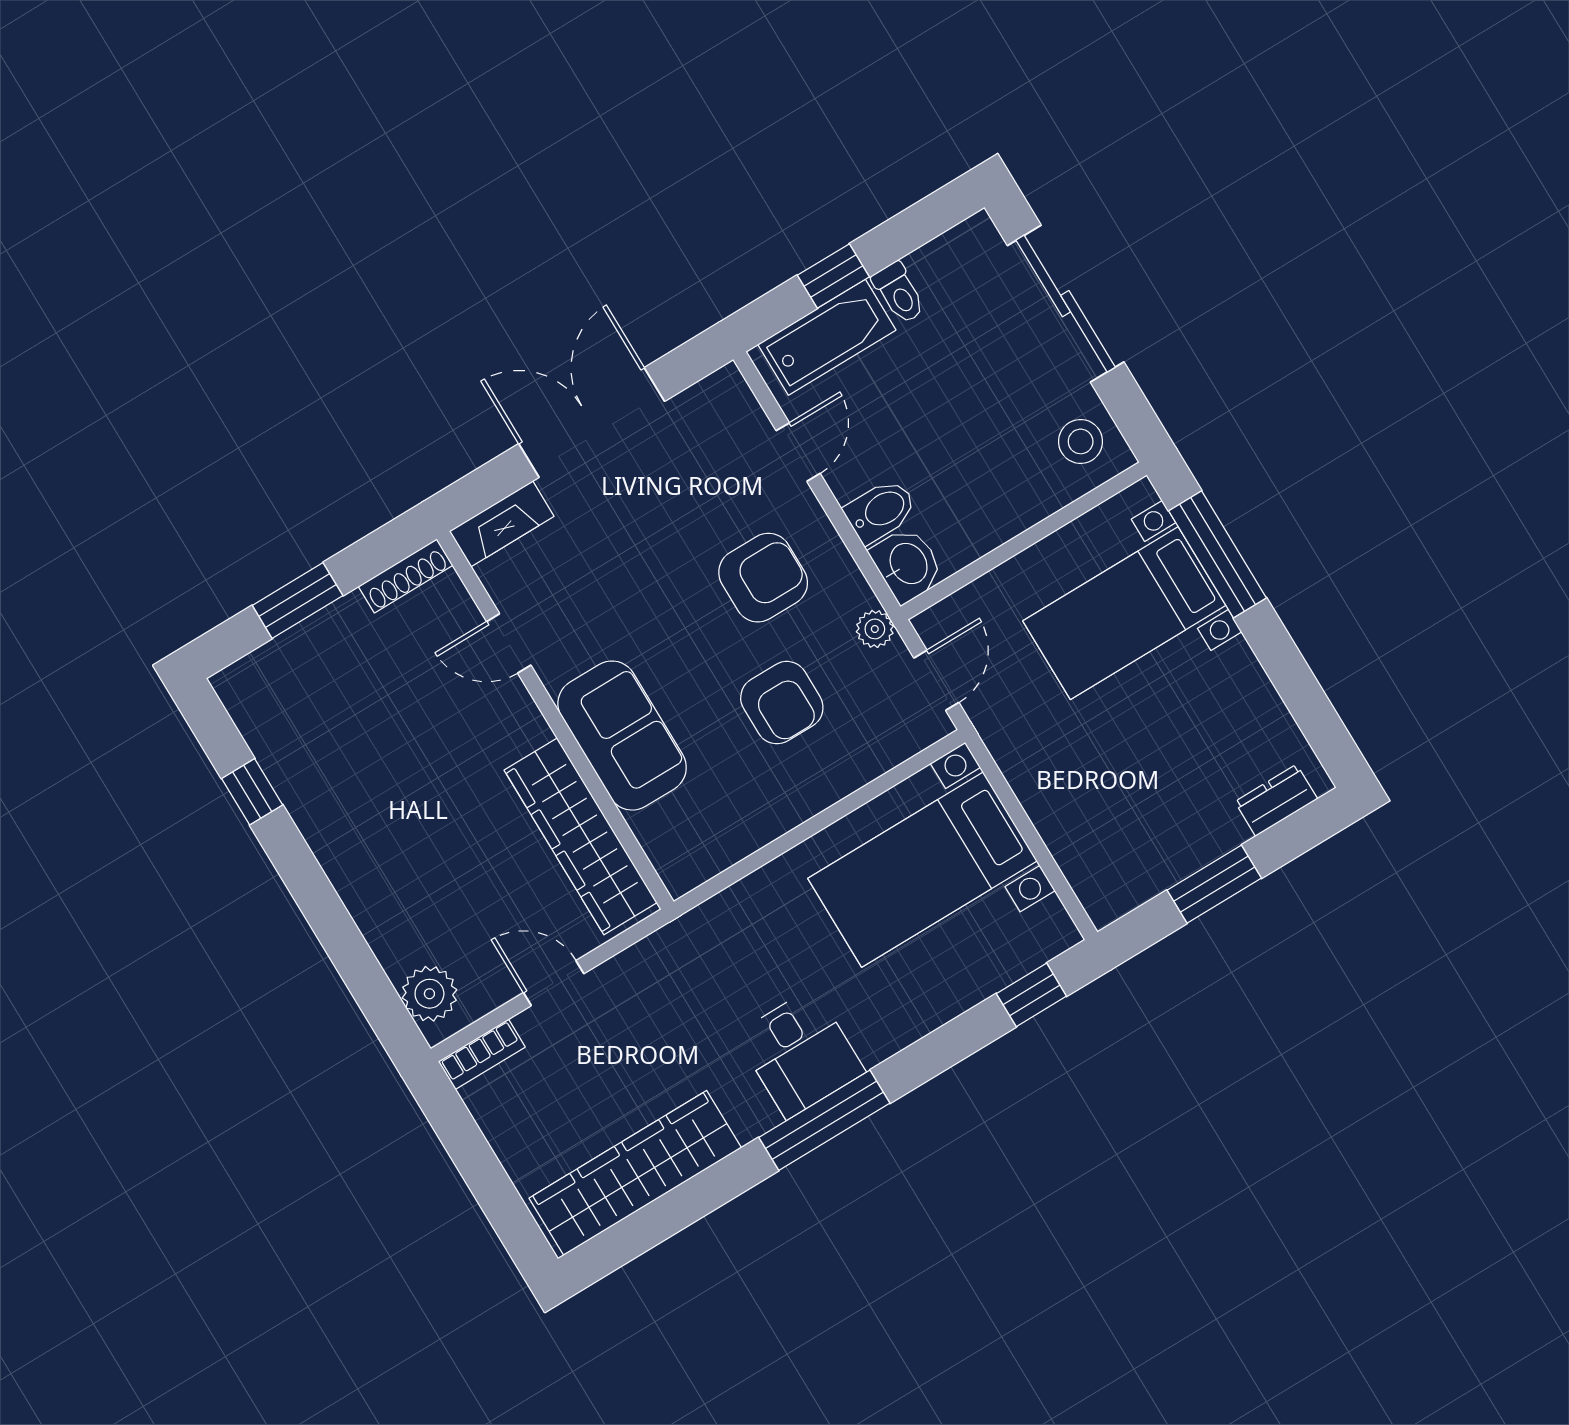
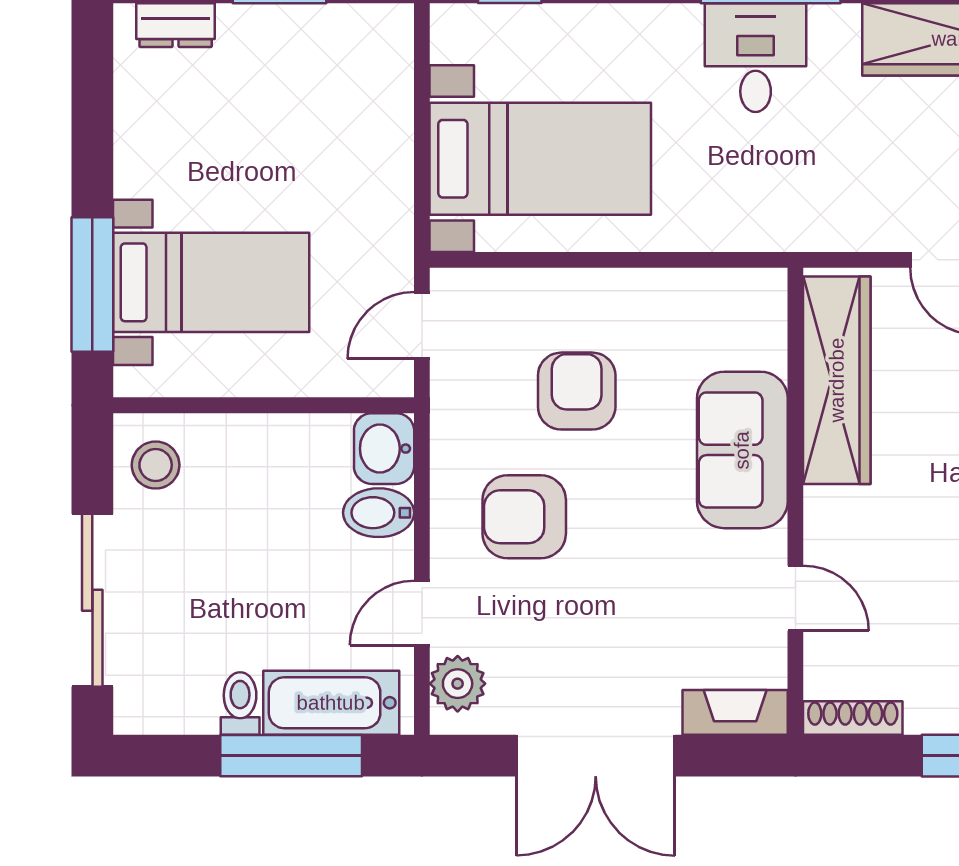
window: (833, 276) -> (291, 756), width x2.17
plant: (875, 629) -> (458, 684), moved, width x1.38, depth x1.38

